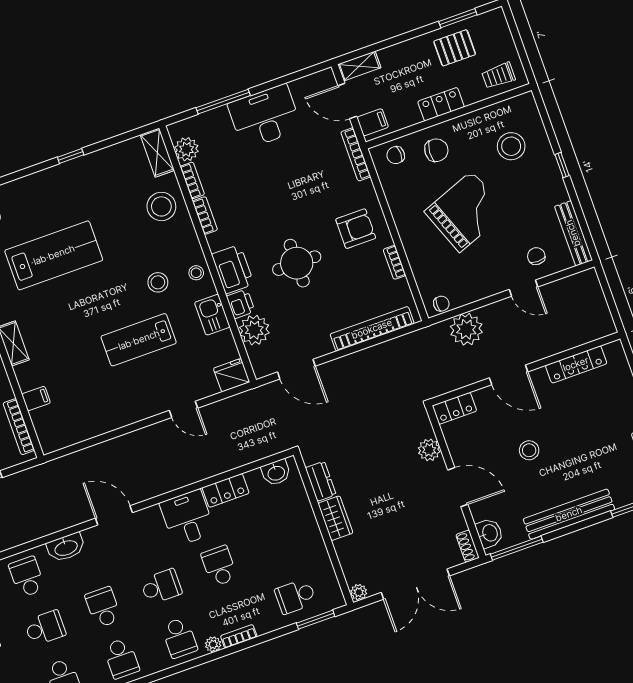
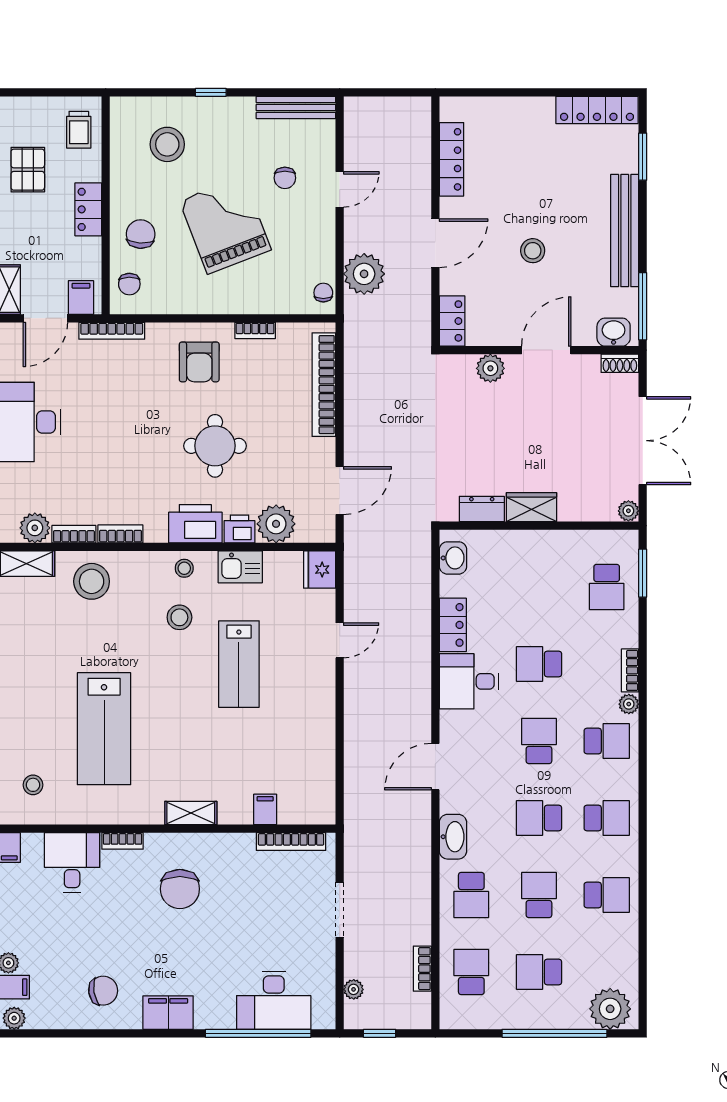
armchair: (356, 229) -> (199, 362), turned 180
lab bench: (54, 255) -> (104, 729), turned 180
chair: (536, 256) -> (285, 178), moved, turned -90
school desk: (27, 577) -> (471, 895), turned -90

